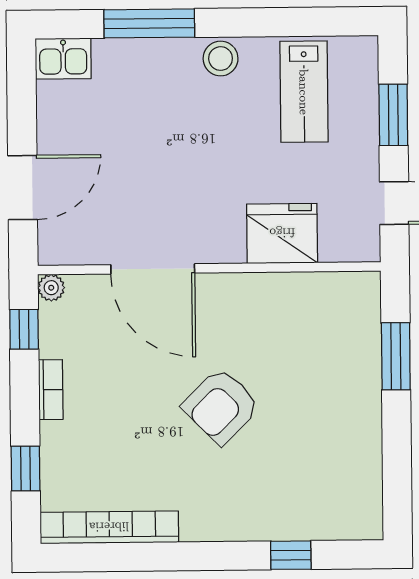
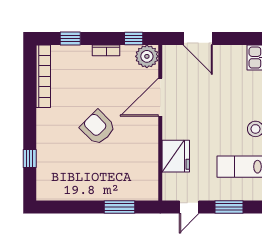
plant: (51, 288) -> (147, 56), width x1.88, depth x1.88

